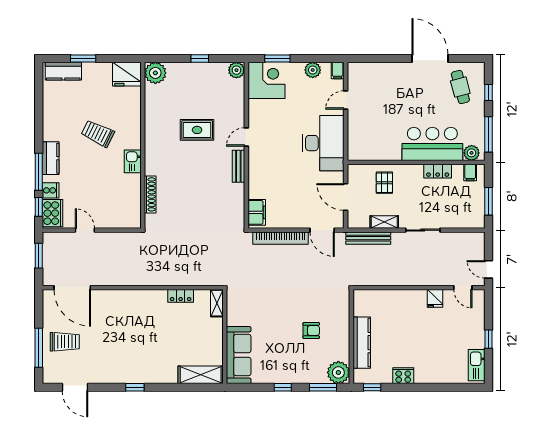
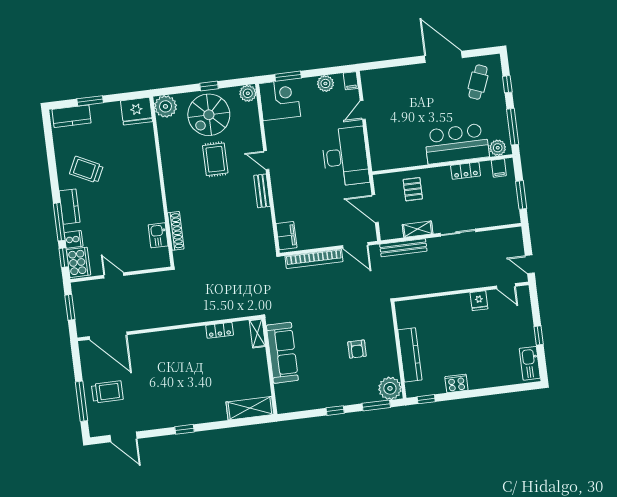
spiral stairs: (196, 86) -> (209, 115), added
cafe table: (460, 87) -> (478, 82), turned 36
rug: (197, 130) -> (215, 159), turned 90
trolley: (98, 133) -> (86, 170), moved
door: (246, 137) -> (266, 160), hinge flipped
kitchen sink: (133, 161) -> (158, 235), moved
armchair: (311, 331) -> (357, 349), turned 90
sofa: (239, 355) -> (282, 353), moved

